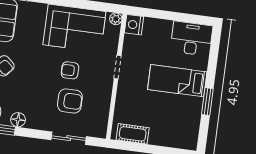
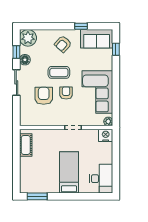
coffee table: (41, 76) -> (59, 72), added
armchair: (70, 101) -> (44, 96), turned 180
window: (207, 102) -> (37, 196), moved
sliding door: (69, 138) -> (16, 82), moved

